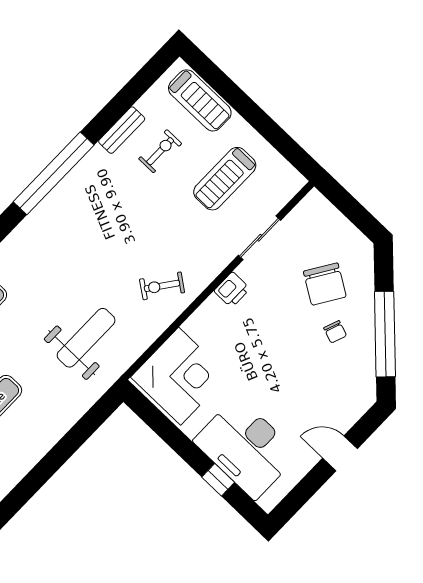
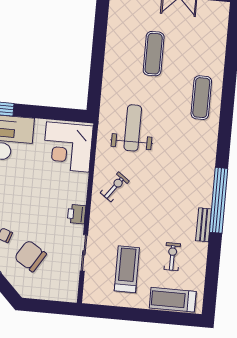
bench: (122, 130) -> (204, 225), moved
exercise bike: (160, 151) -> (172, 257), turned 180
weight bench: (86, 338) -> (133, 128), turned 180

